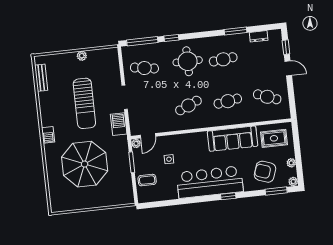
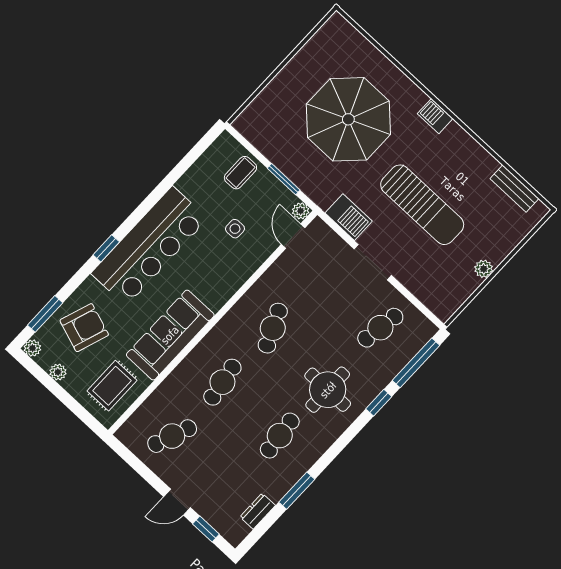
sun lounger: (84, 103) -> (422, 205), turned 180

